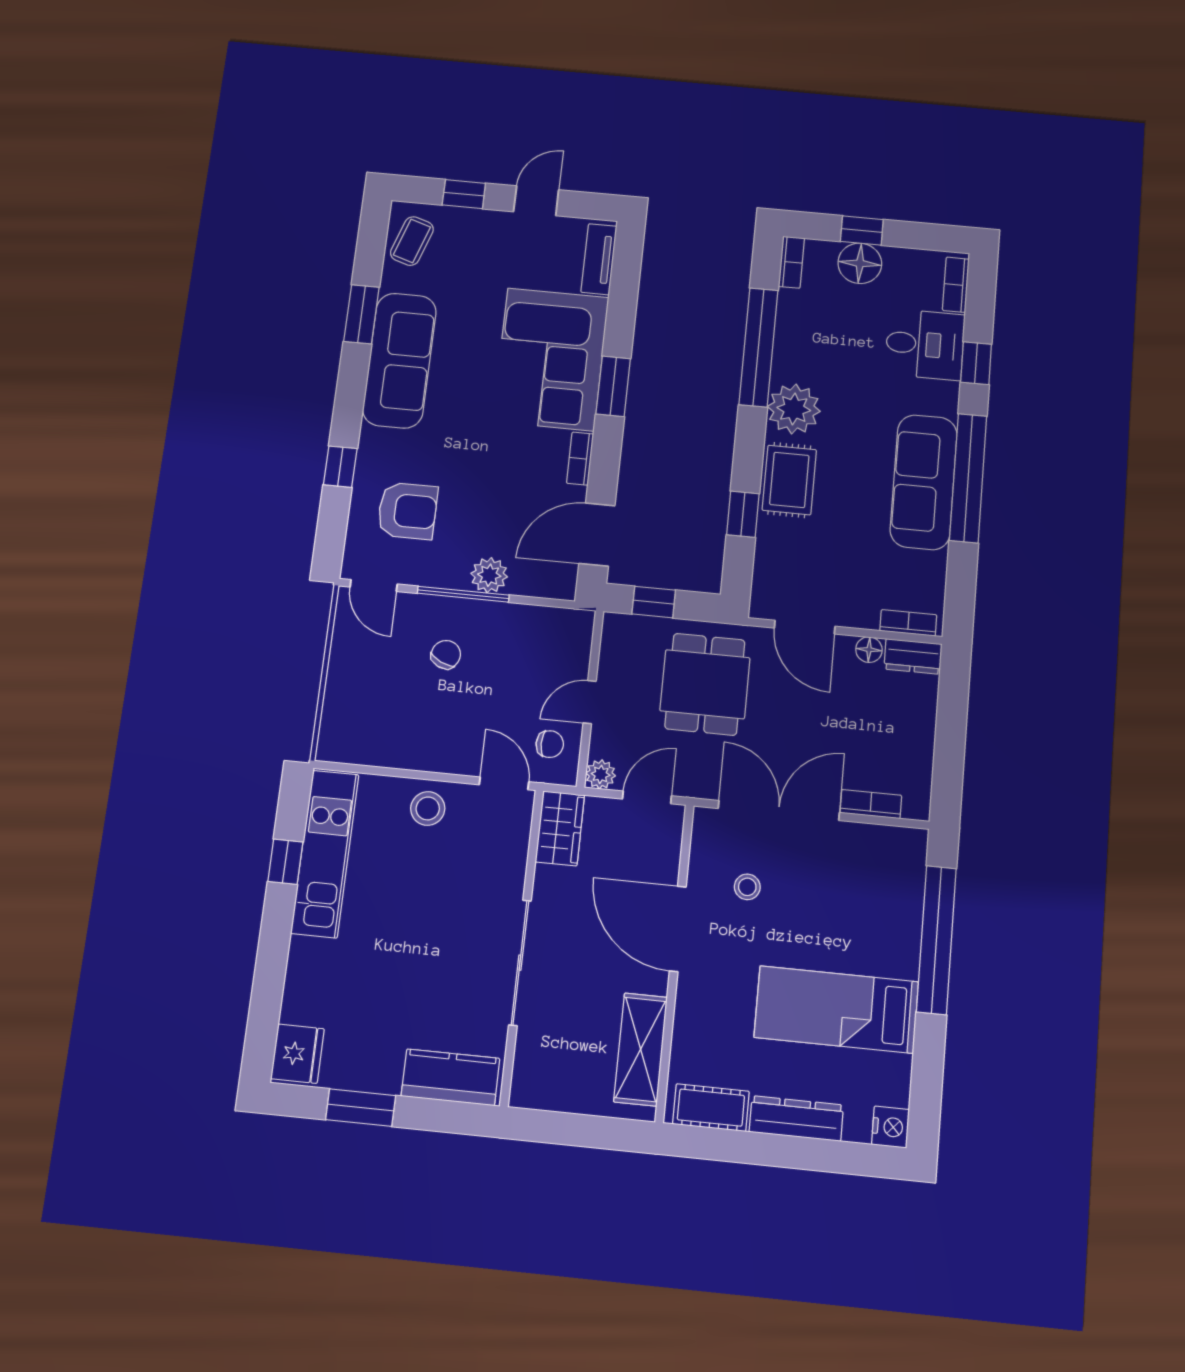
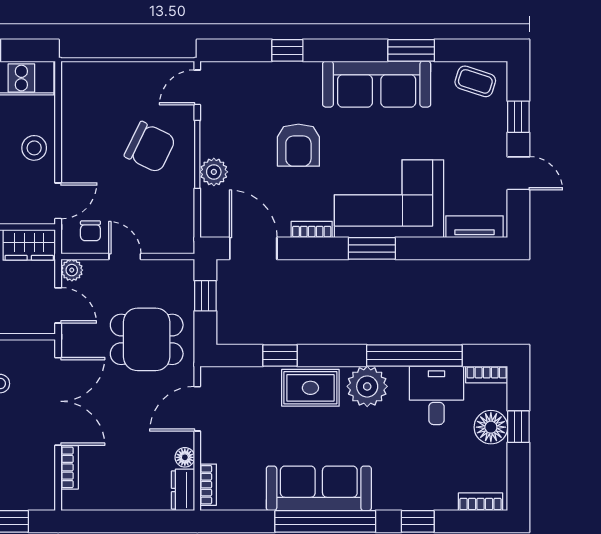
desk: (925, 344) -> (436, 395), moved, turned 180
armchair: (407, 511) -> (298, 145), moved
chair: (446, 655) -> (150, 147), width x1.87, depth x1.87

